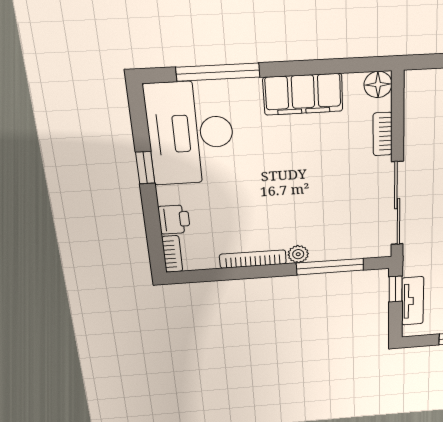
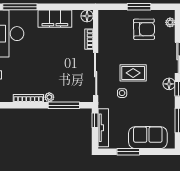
tv unit: (413, 301) -> (103, 128), width x1.41

